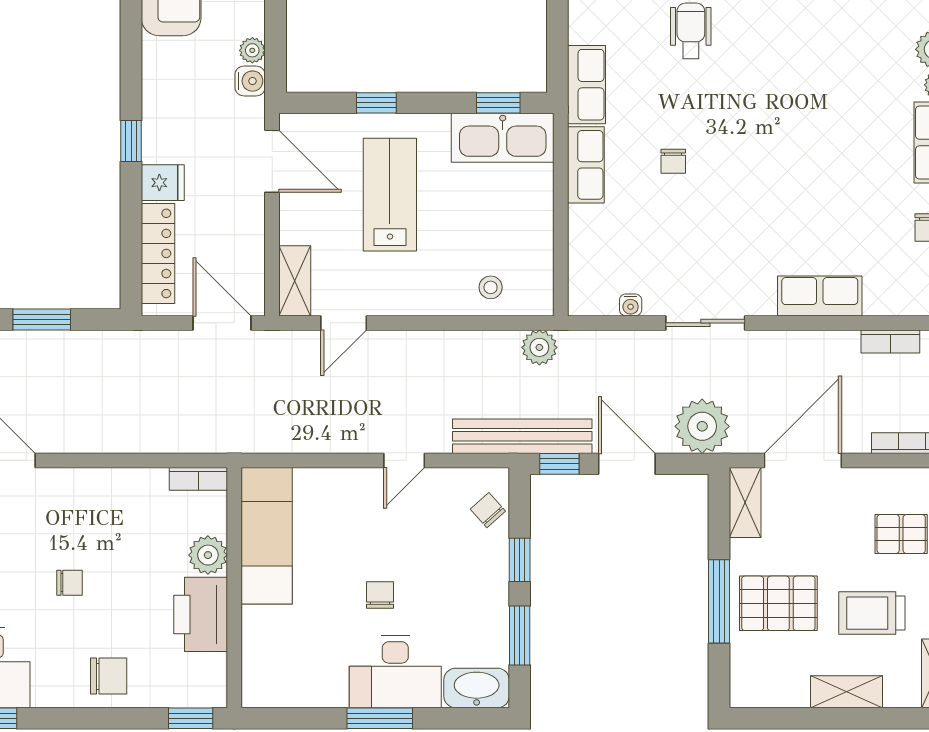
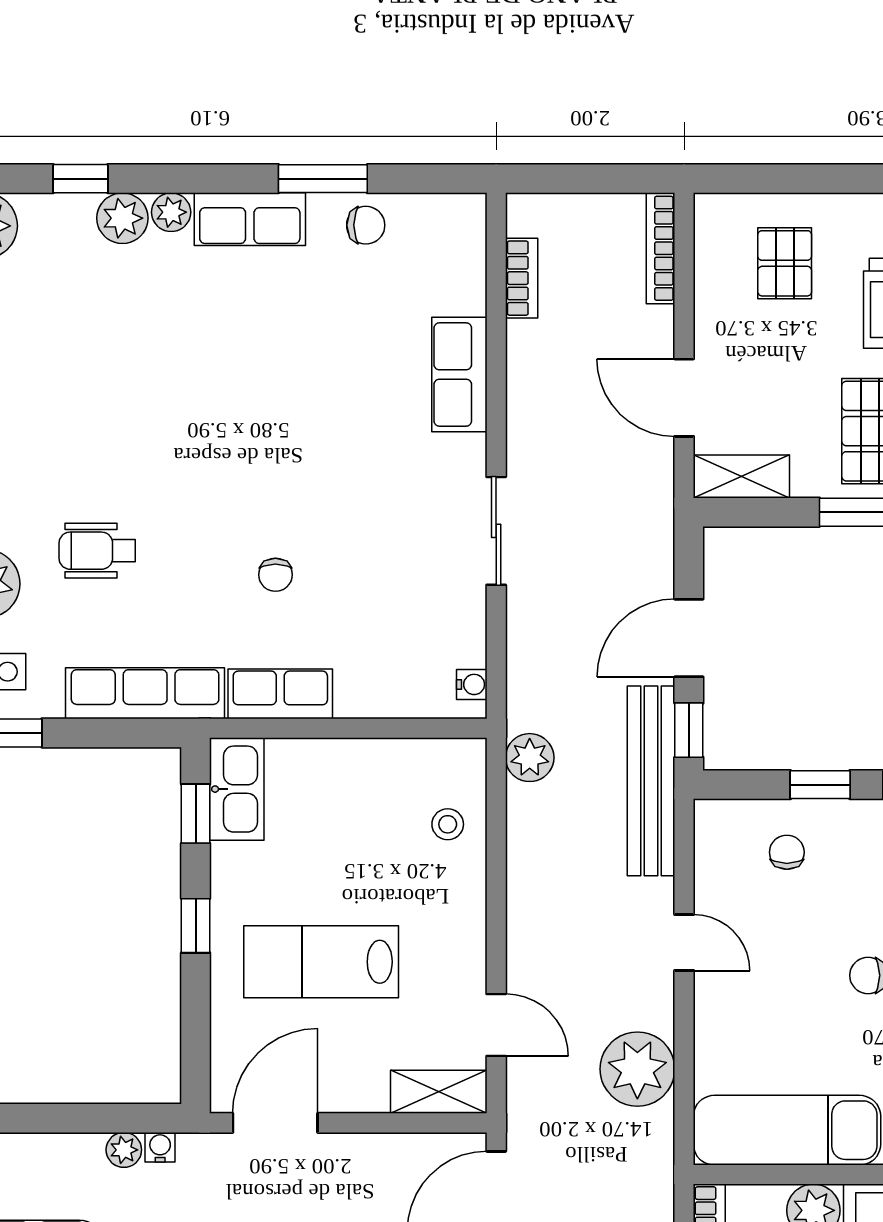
water cooler: (250, 81) -> (160, 1147), width x0.72, depth x0.72
row of seats: (586, 85) -> (145, 693), width x1.48
window: (376, 103) -> (196, 926), moved
kitchen sink: (503, 138) -> (237, 789), width x0.73, depth x0.81
chair: (673, 161) -> (275, 575), turned 90
water cooler: (631, 305) -> (472, 684), moved
plant: (702, 426) -> (637, 1069), moved
door: (803, 460) -> (684, 398), width x0.73
chair: (488, 510) -> (787, 852), moved, turned 132

